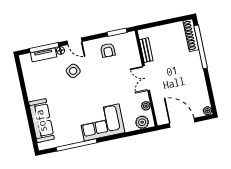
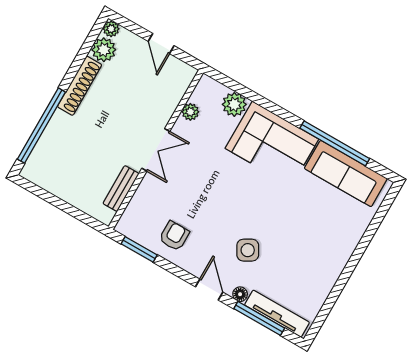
shoe rack: (191, 35) -> (80, 86), moved
tv unit: (44, 55) -> (277, 314), width x1.41
plant: (203, 100) -> (104, 50), added
sofa: (41, 121) -> (346, 174), moved, turned -90
plant: (142, 122) -> (234, 104), moved
door: (182, 123) -> (161, 44), width x0.53

